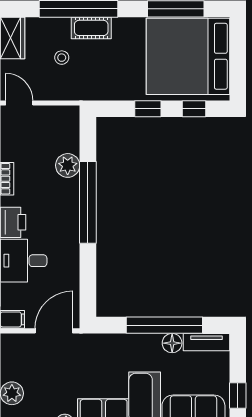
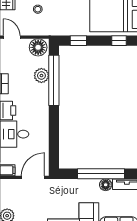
window: (148, 109) -> (78, 41), moved
floor lamp: (62, 120) -> (38, 47), added
window: (88, 202) -> (54, 80), moved

